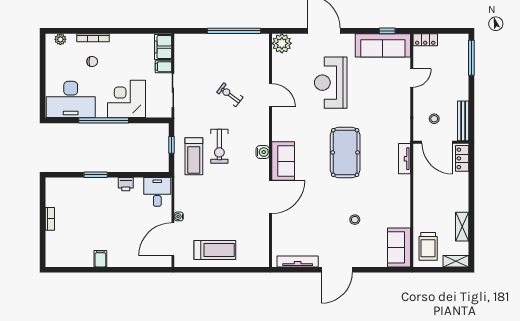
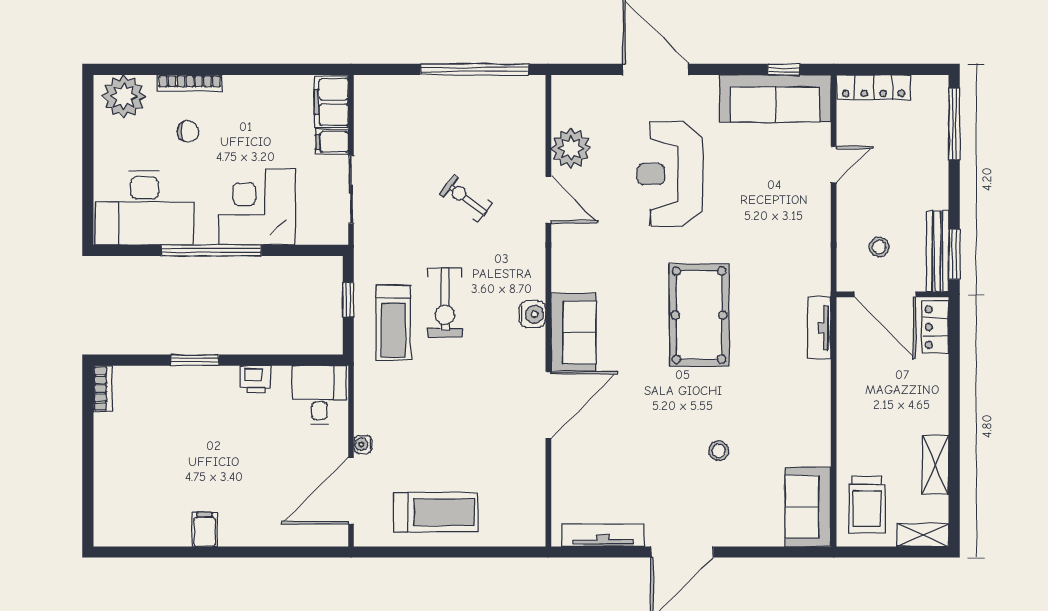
plant: (60, 39) -> (124, 96), width x1.87, depth x1.87
locker: (425, 40) -> (874, 87), width x1.53
plant: (282, 43) -> (571, 148), moved
window: (471, 122) -> (954, 254), added
bookcase: (50, 219) -> (103, 389), moved

